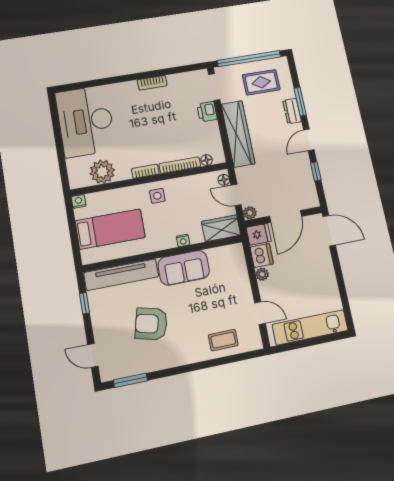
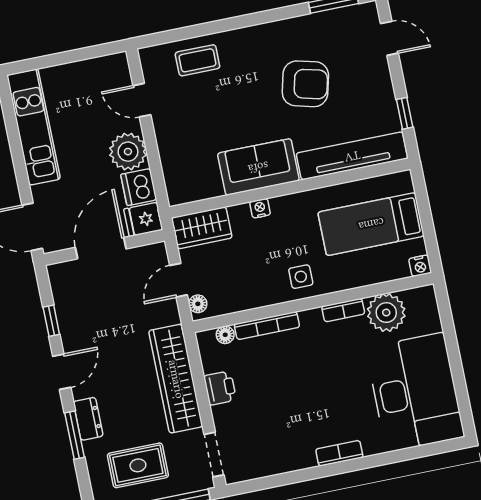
bookcase: (152, 83) -> (339, 453), moved
printer: (207, 112) -> (220, 388), moved
bookcase: (145, 171) -> (343, 310), moved
door: (236, 195) -> (179, 280), swing flipped
plant: (250, 213) -> (157, 253), removed
plant: (262, 274) -> (128, 152), width x1.88, depth x1.88
kitchen unit: (310, 327) -> (34, 127), moved, turned -90

